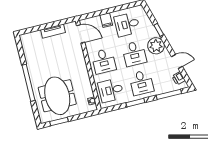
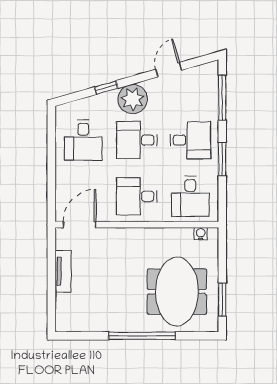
filing cabinet: (106, 20) -> (67, 174), removed
desk: (134, 54) -> (137, 140), turned 180
desk: (104, 61) -> (137, 196), turned 180
printer: (179, 78) -> (199, 74), removed
meeting table: (57, 96) -> (177, 292), turned 90

